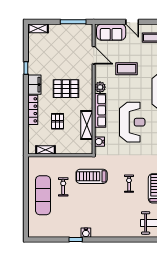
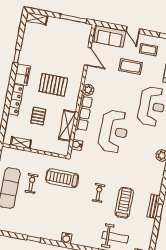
coffee table: (127, 69) -> (131, 66), moved
water cooler: (86, 233) -> (66, 238), moved

